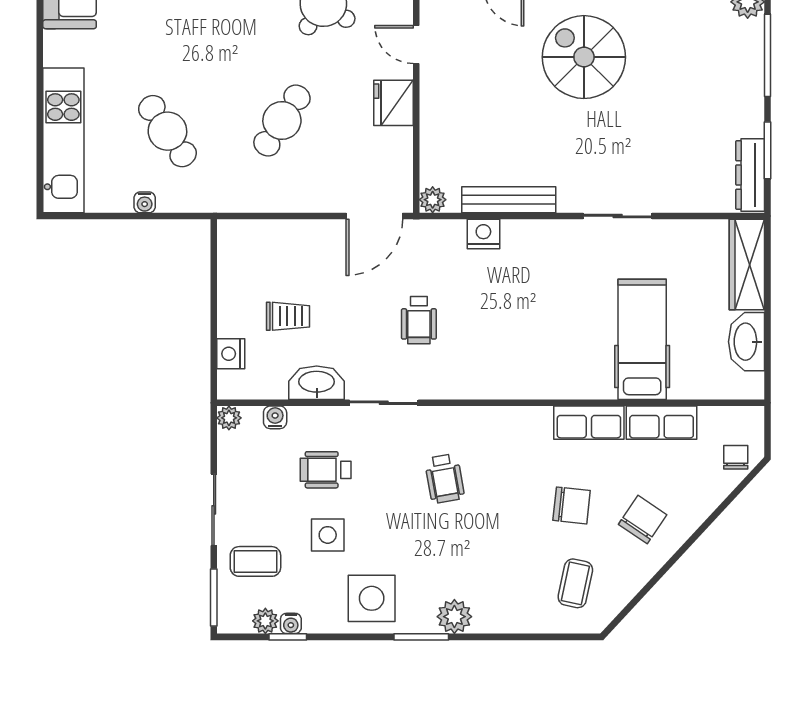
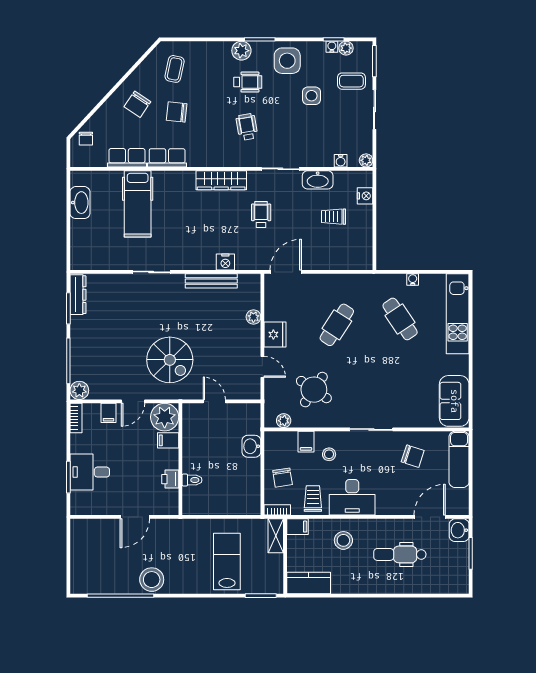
plant: (433, 200) -> (253, 317), moved
wardrobe: (747, 265) -> (221, 180), moved, turned 90
wheelchair: (326, 470) -> (248, 82), moved

